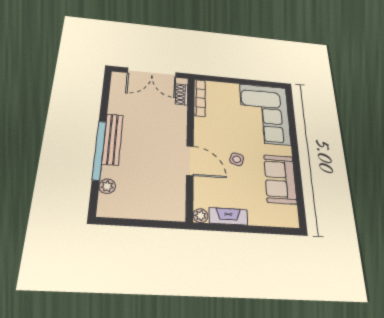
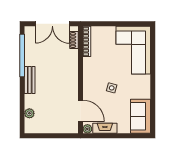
bench: (112, 139) -> (30, 80), width x0.73
window: (99, 150) -> (22, 56), moved
door: (190, 161) -> (80, 111), moved
sofa: (280, 179) -> (141, 116), moved

